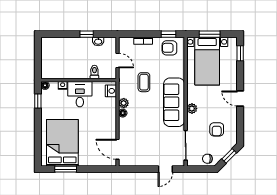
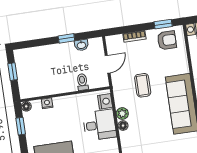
armchair: (169, 48) -> (167, 40), turned 180
window: (38, 55) -> (13, 72), added
door: (117, 60) -> (108, 64), hinge flipped
desk: (80, 94) -> (100, 125), moved, turned 90

